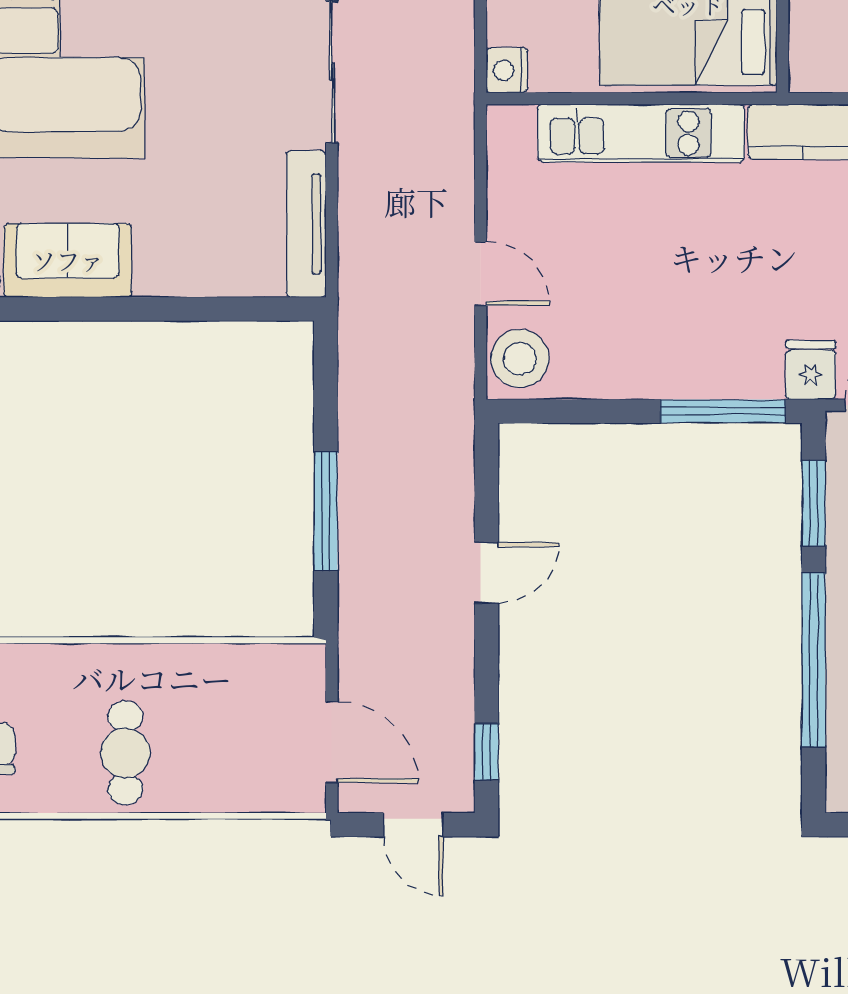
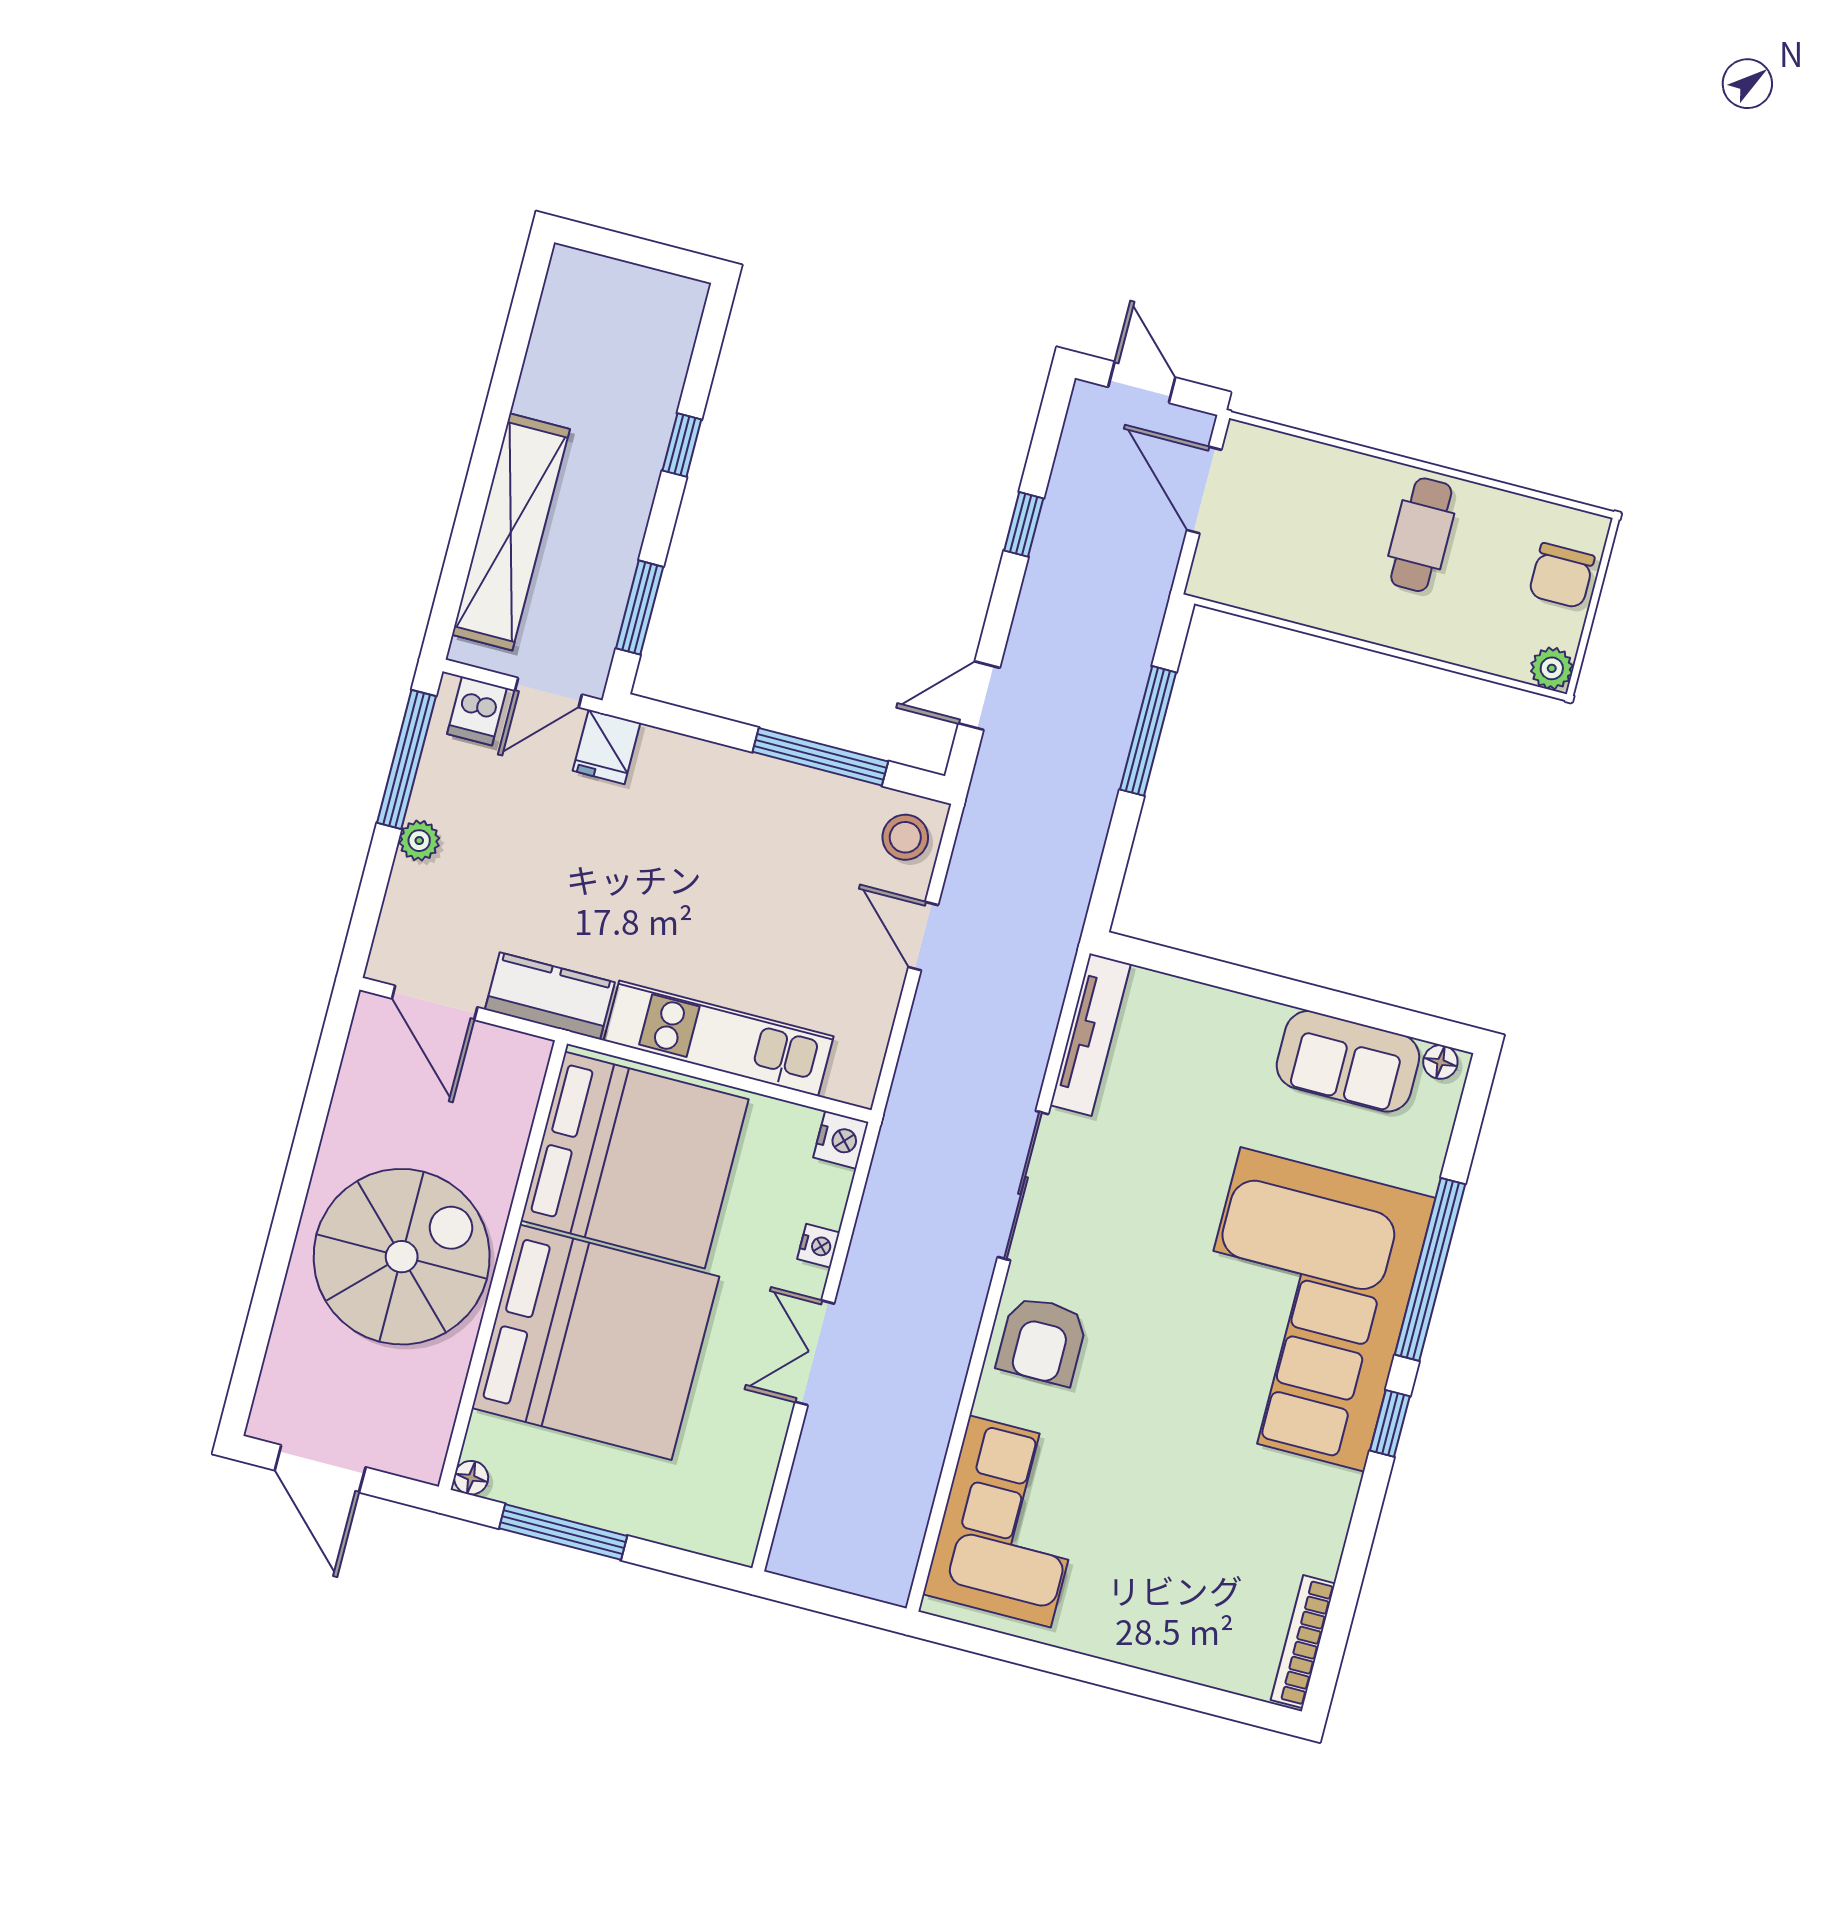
stool: (520, 359) -> (905, 837), width x0.73, depth x0.73
window: (723, 411) -> (820, 757), moved
door: (487, 573) -> (979, 696), moved
window: (814, 660) -> (682, 445), width x0.32
window: (487, 752) -> (1024, 524), moved

